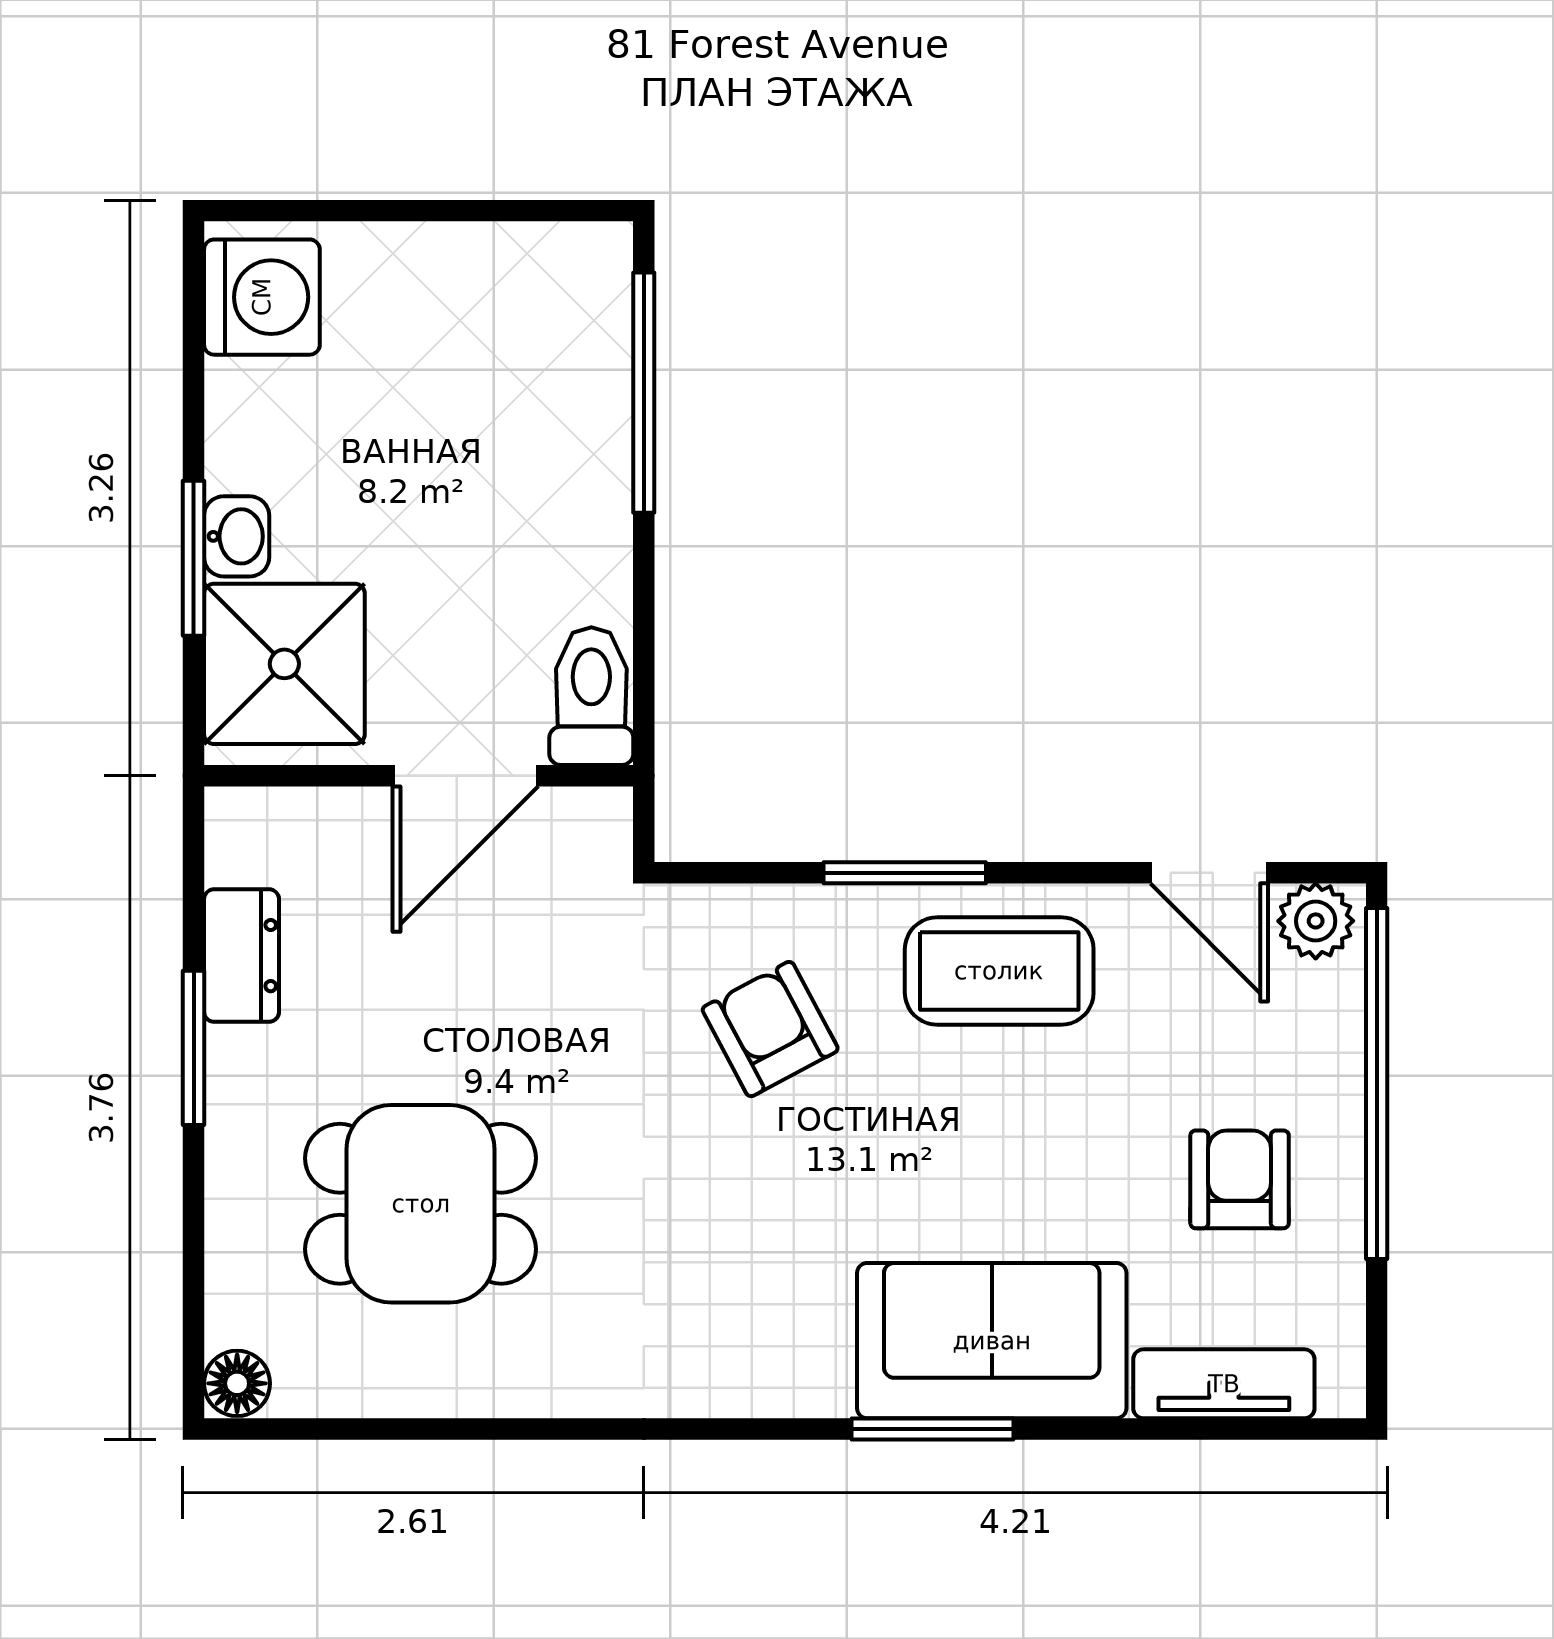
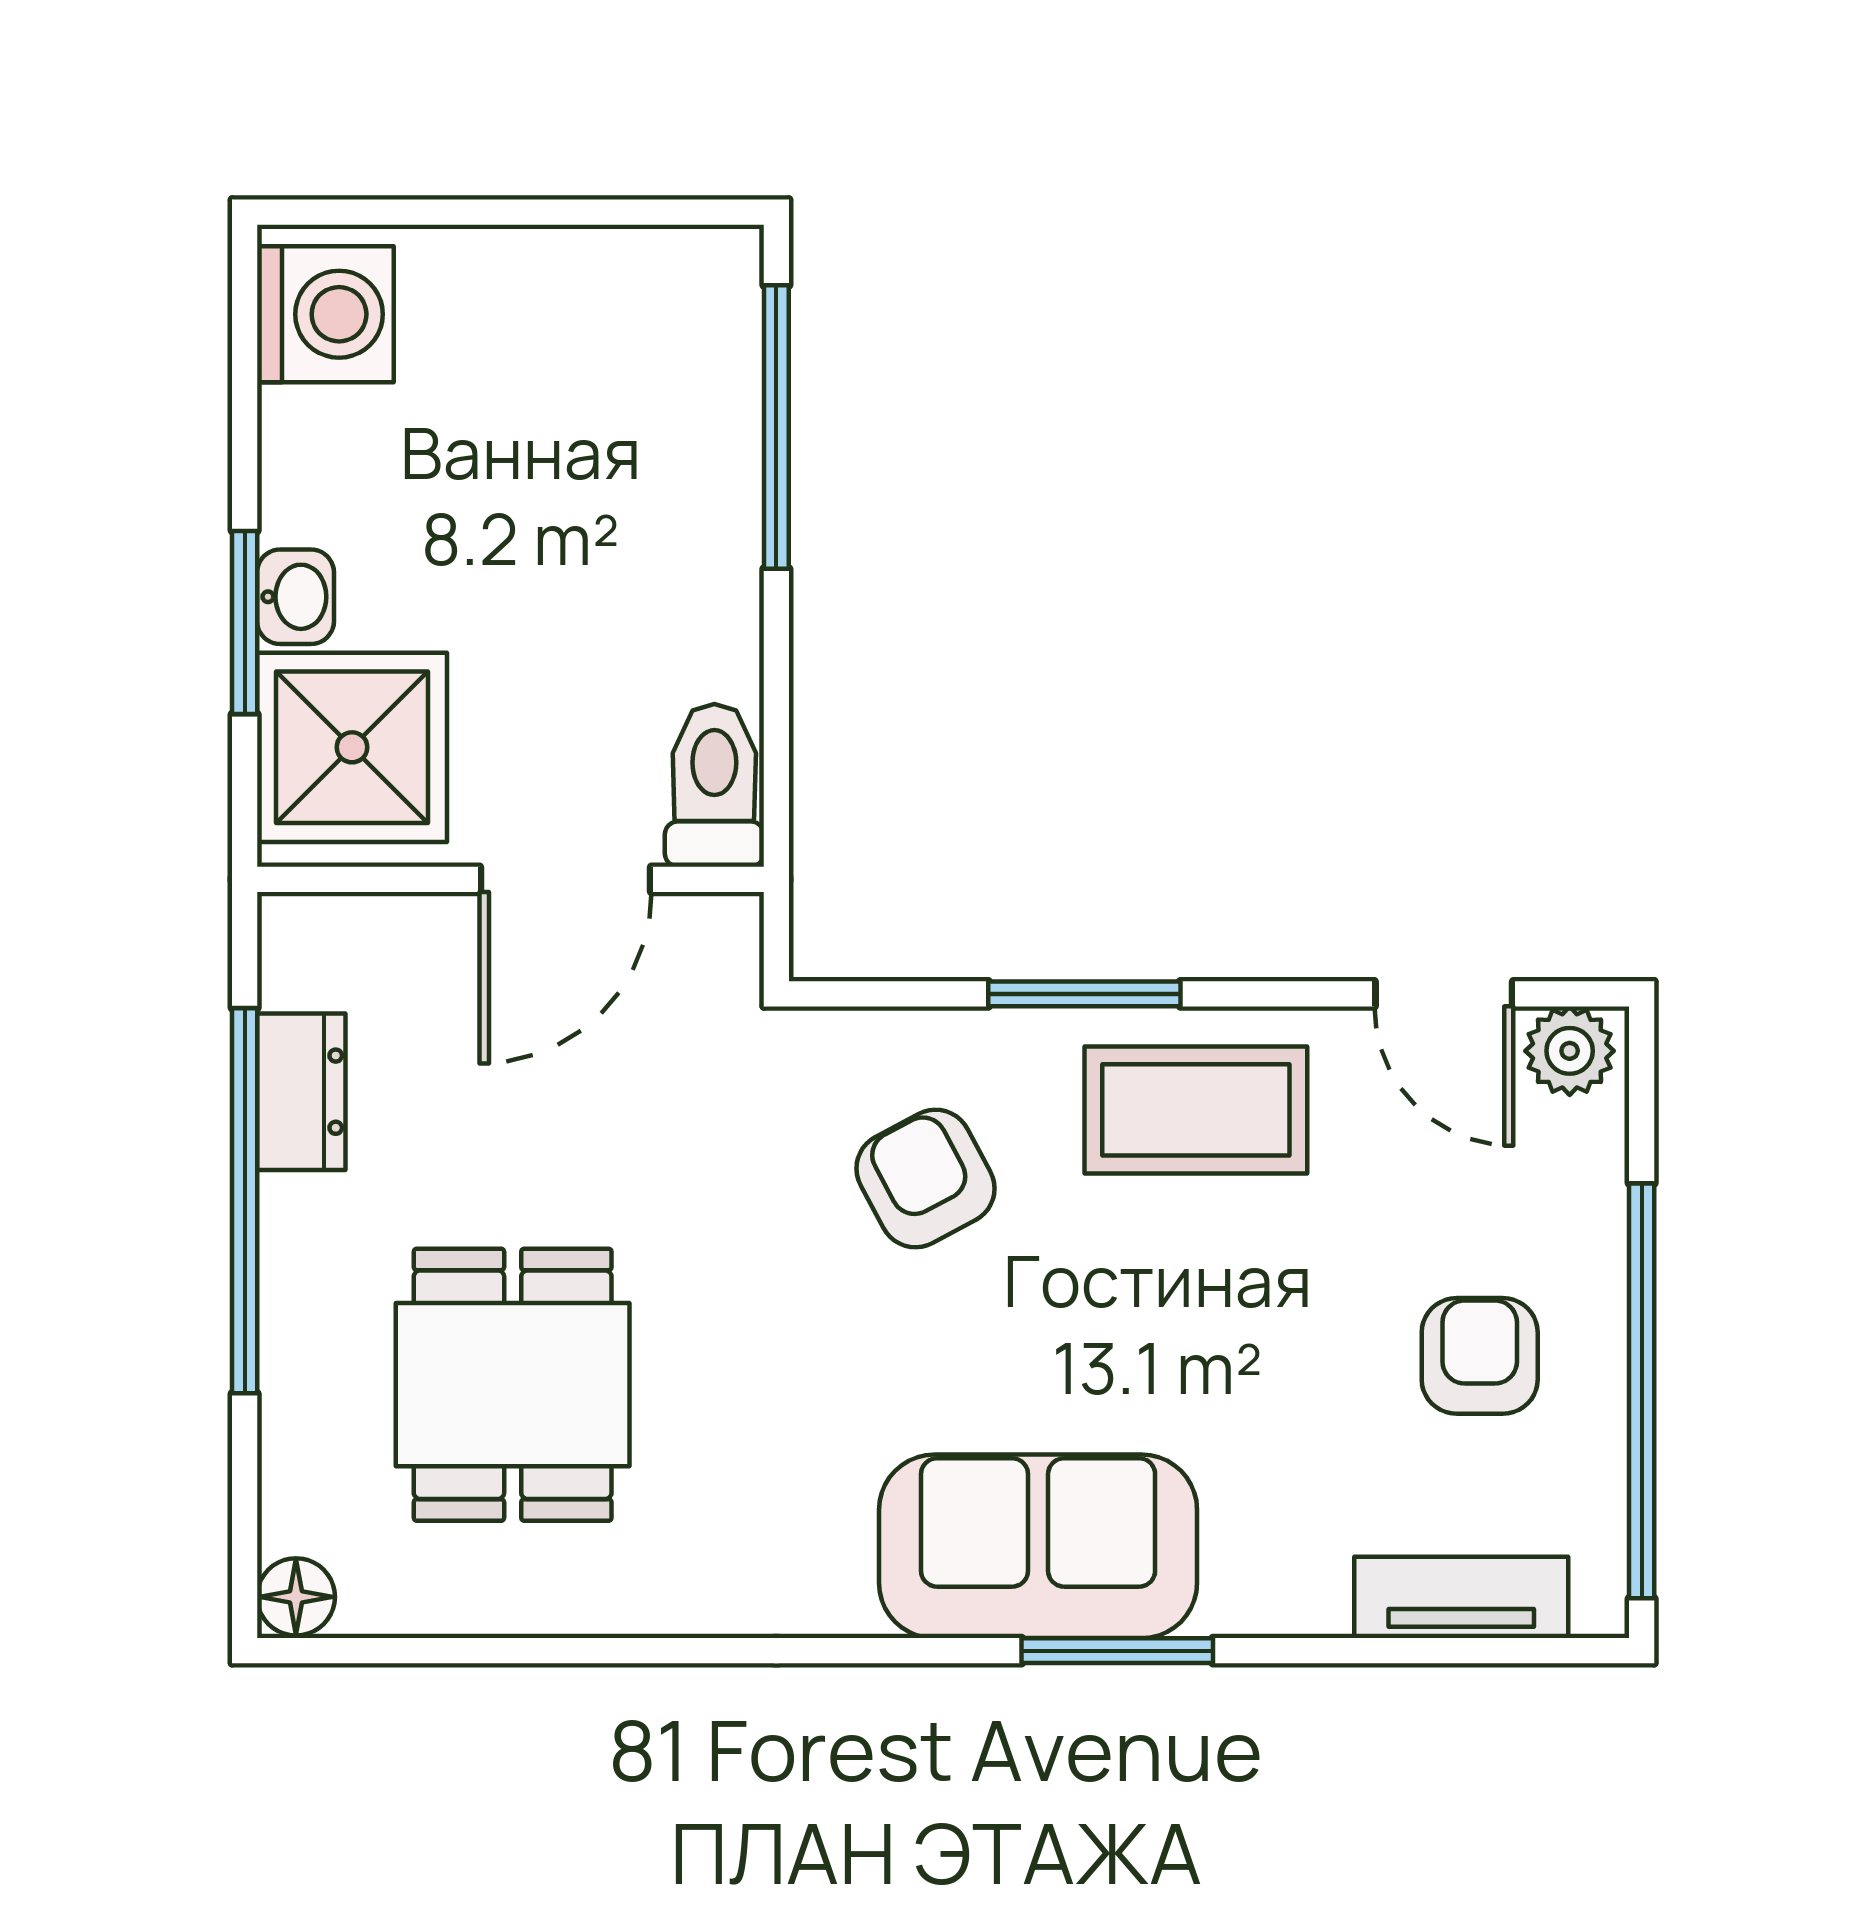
window: (194, 1048) -> (245, 1201), width x2.11
window: (1377, 1084) -> (1642, 1391), moved
dining table: (421, 1204) -> (513, 1385), turned 90
sofa: (992, 1341) -> (1038, 1546), moved

